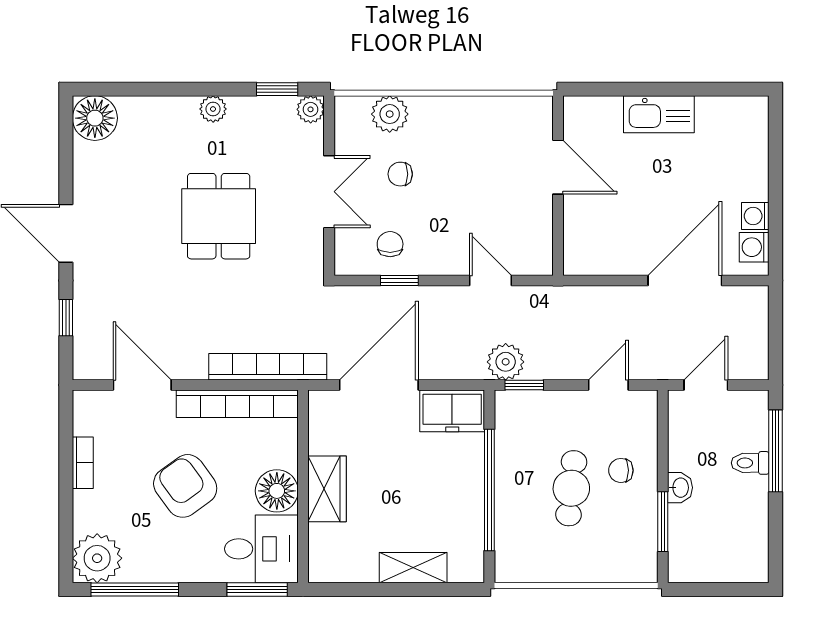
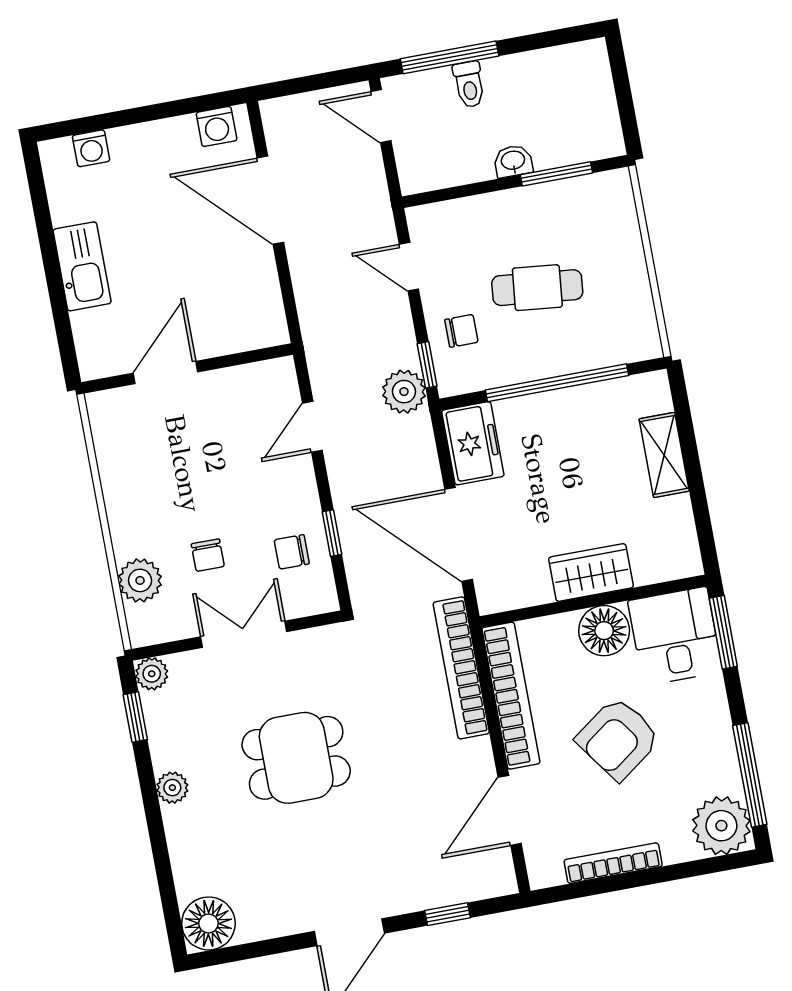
washing machine: (755, 216) -> (91, 148), moved
door: (706, 385) -> (381, 116), moved
bookcase: (83, 463) -> (613, 863), width x1.56
chair: (621, 470) -> (461, 331), moved, turned -90

